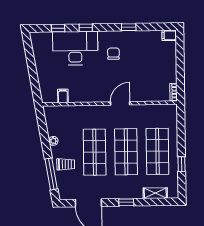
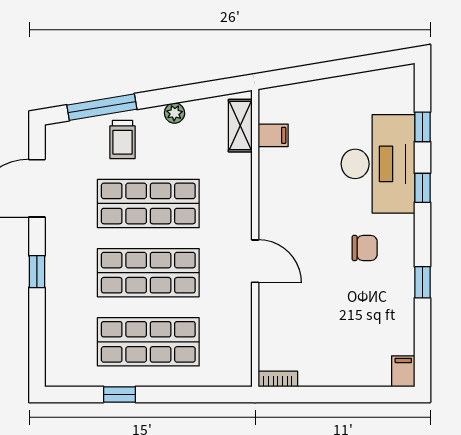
shelving: (155, 193) -> (240, 126), moved

